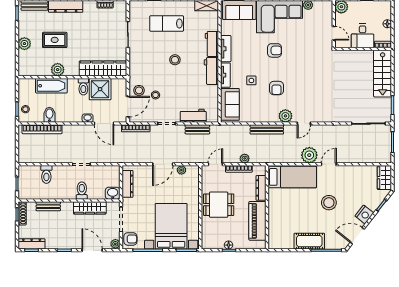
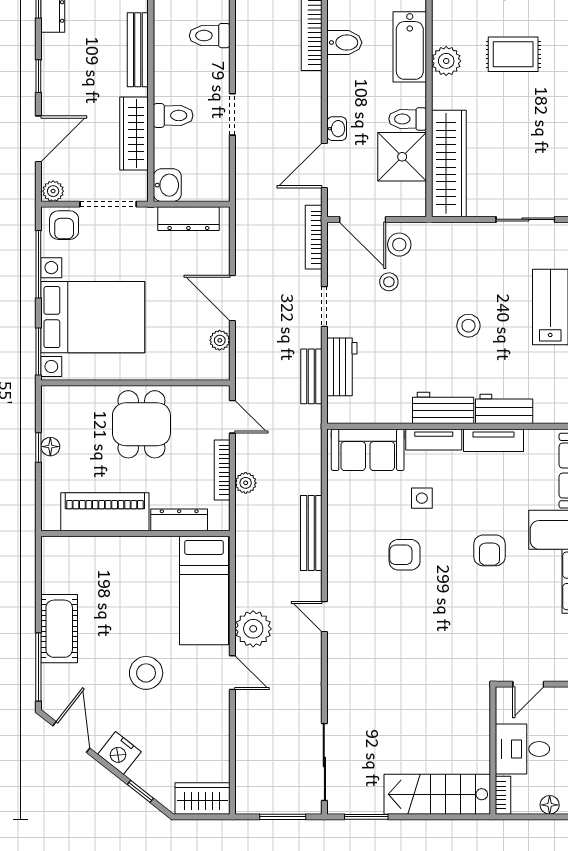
rug: (55, 40) -> (513, 54), turned 90
plant: (285, 116) -> (342, 575), removed
bench: (48, 206) -> (138, 50), width x1.36

